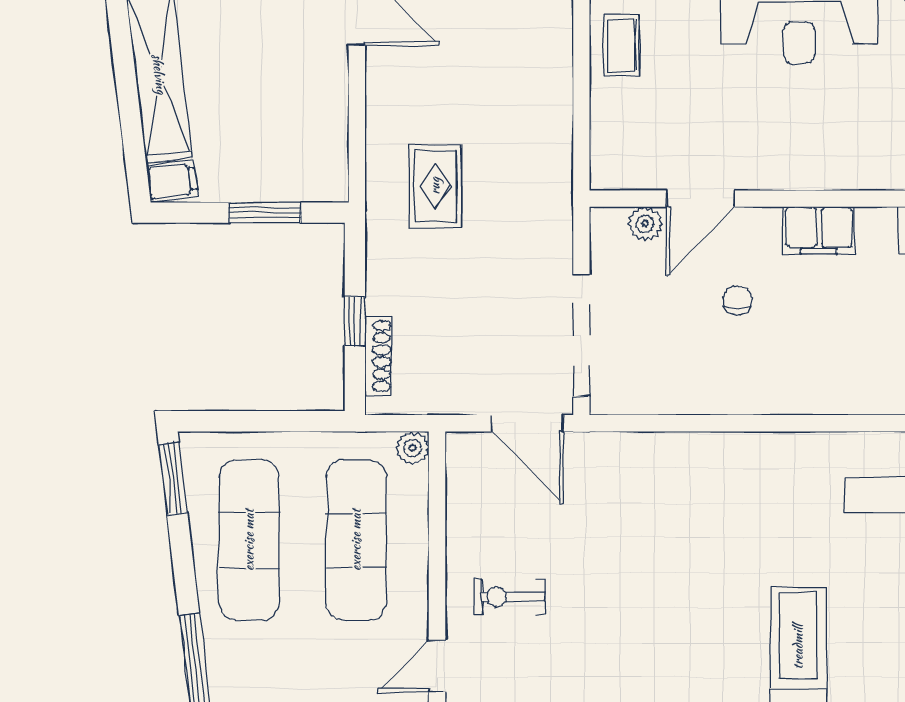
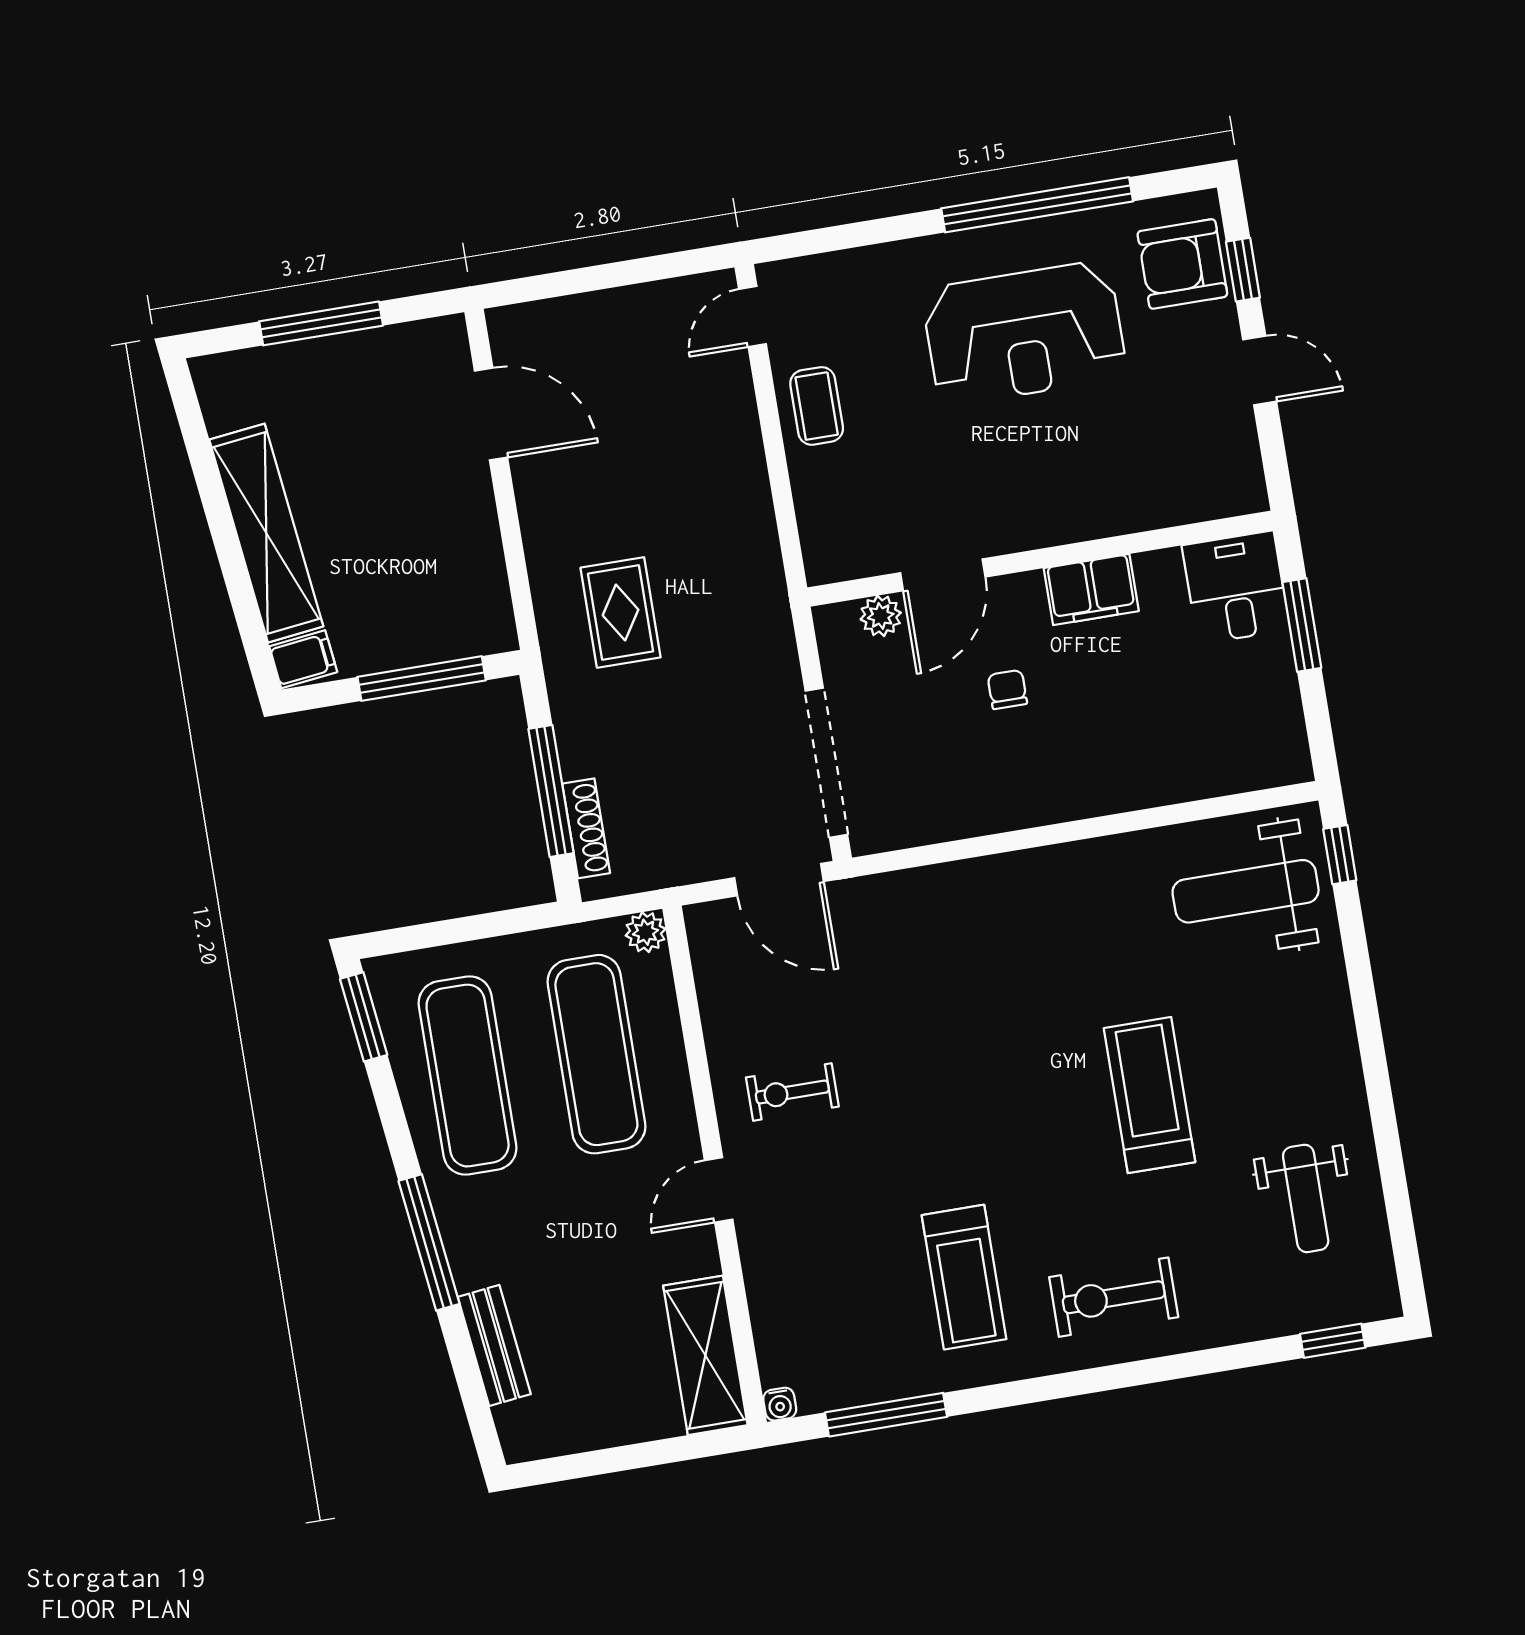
window: (265, 213) -> (422, 679), width x1.44
window: (355, 321) -> (551, 791), width x2.17

